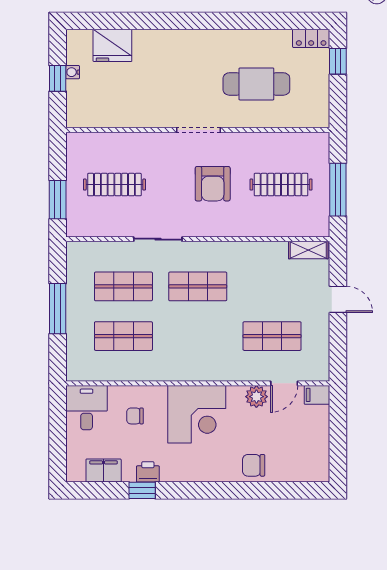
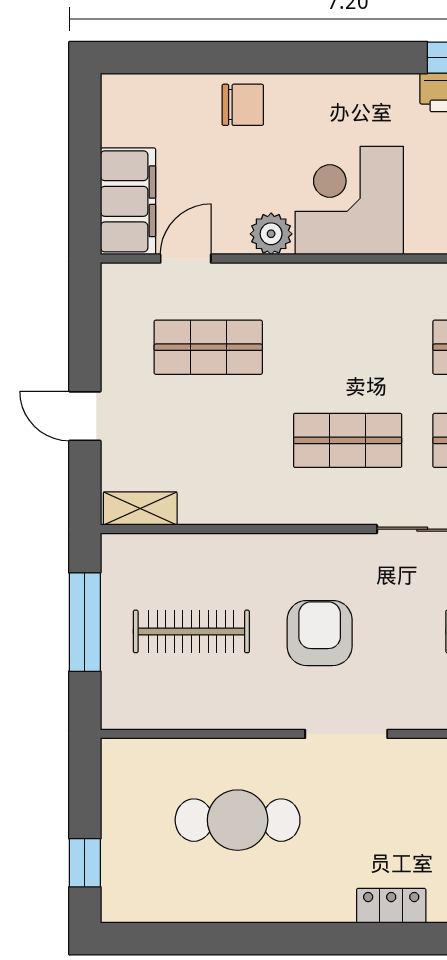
locker: (311, 38) -> (391, 906), moved
filing cabinet: (317, 395) -> (128, 201), width x3.00, depth x1.17
plant: (256, 397) -> (271, 234), moved

